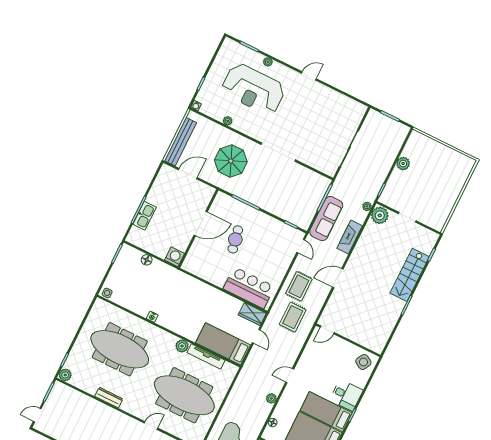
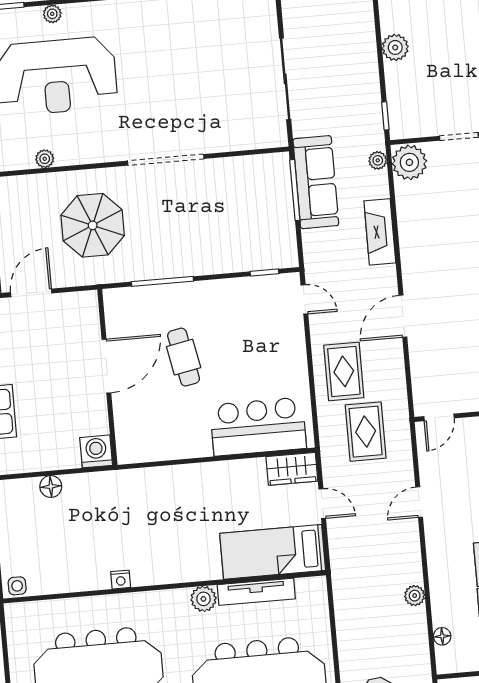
sofa: (326, 219) -> (316, 182), moved
door: (290, 376) -> (419, 502), moved

